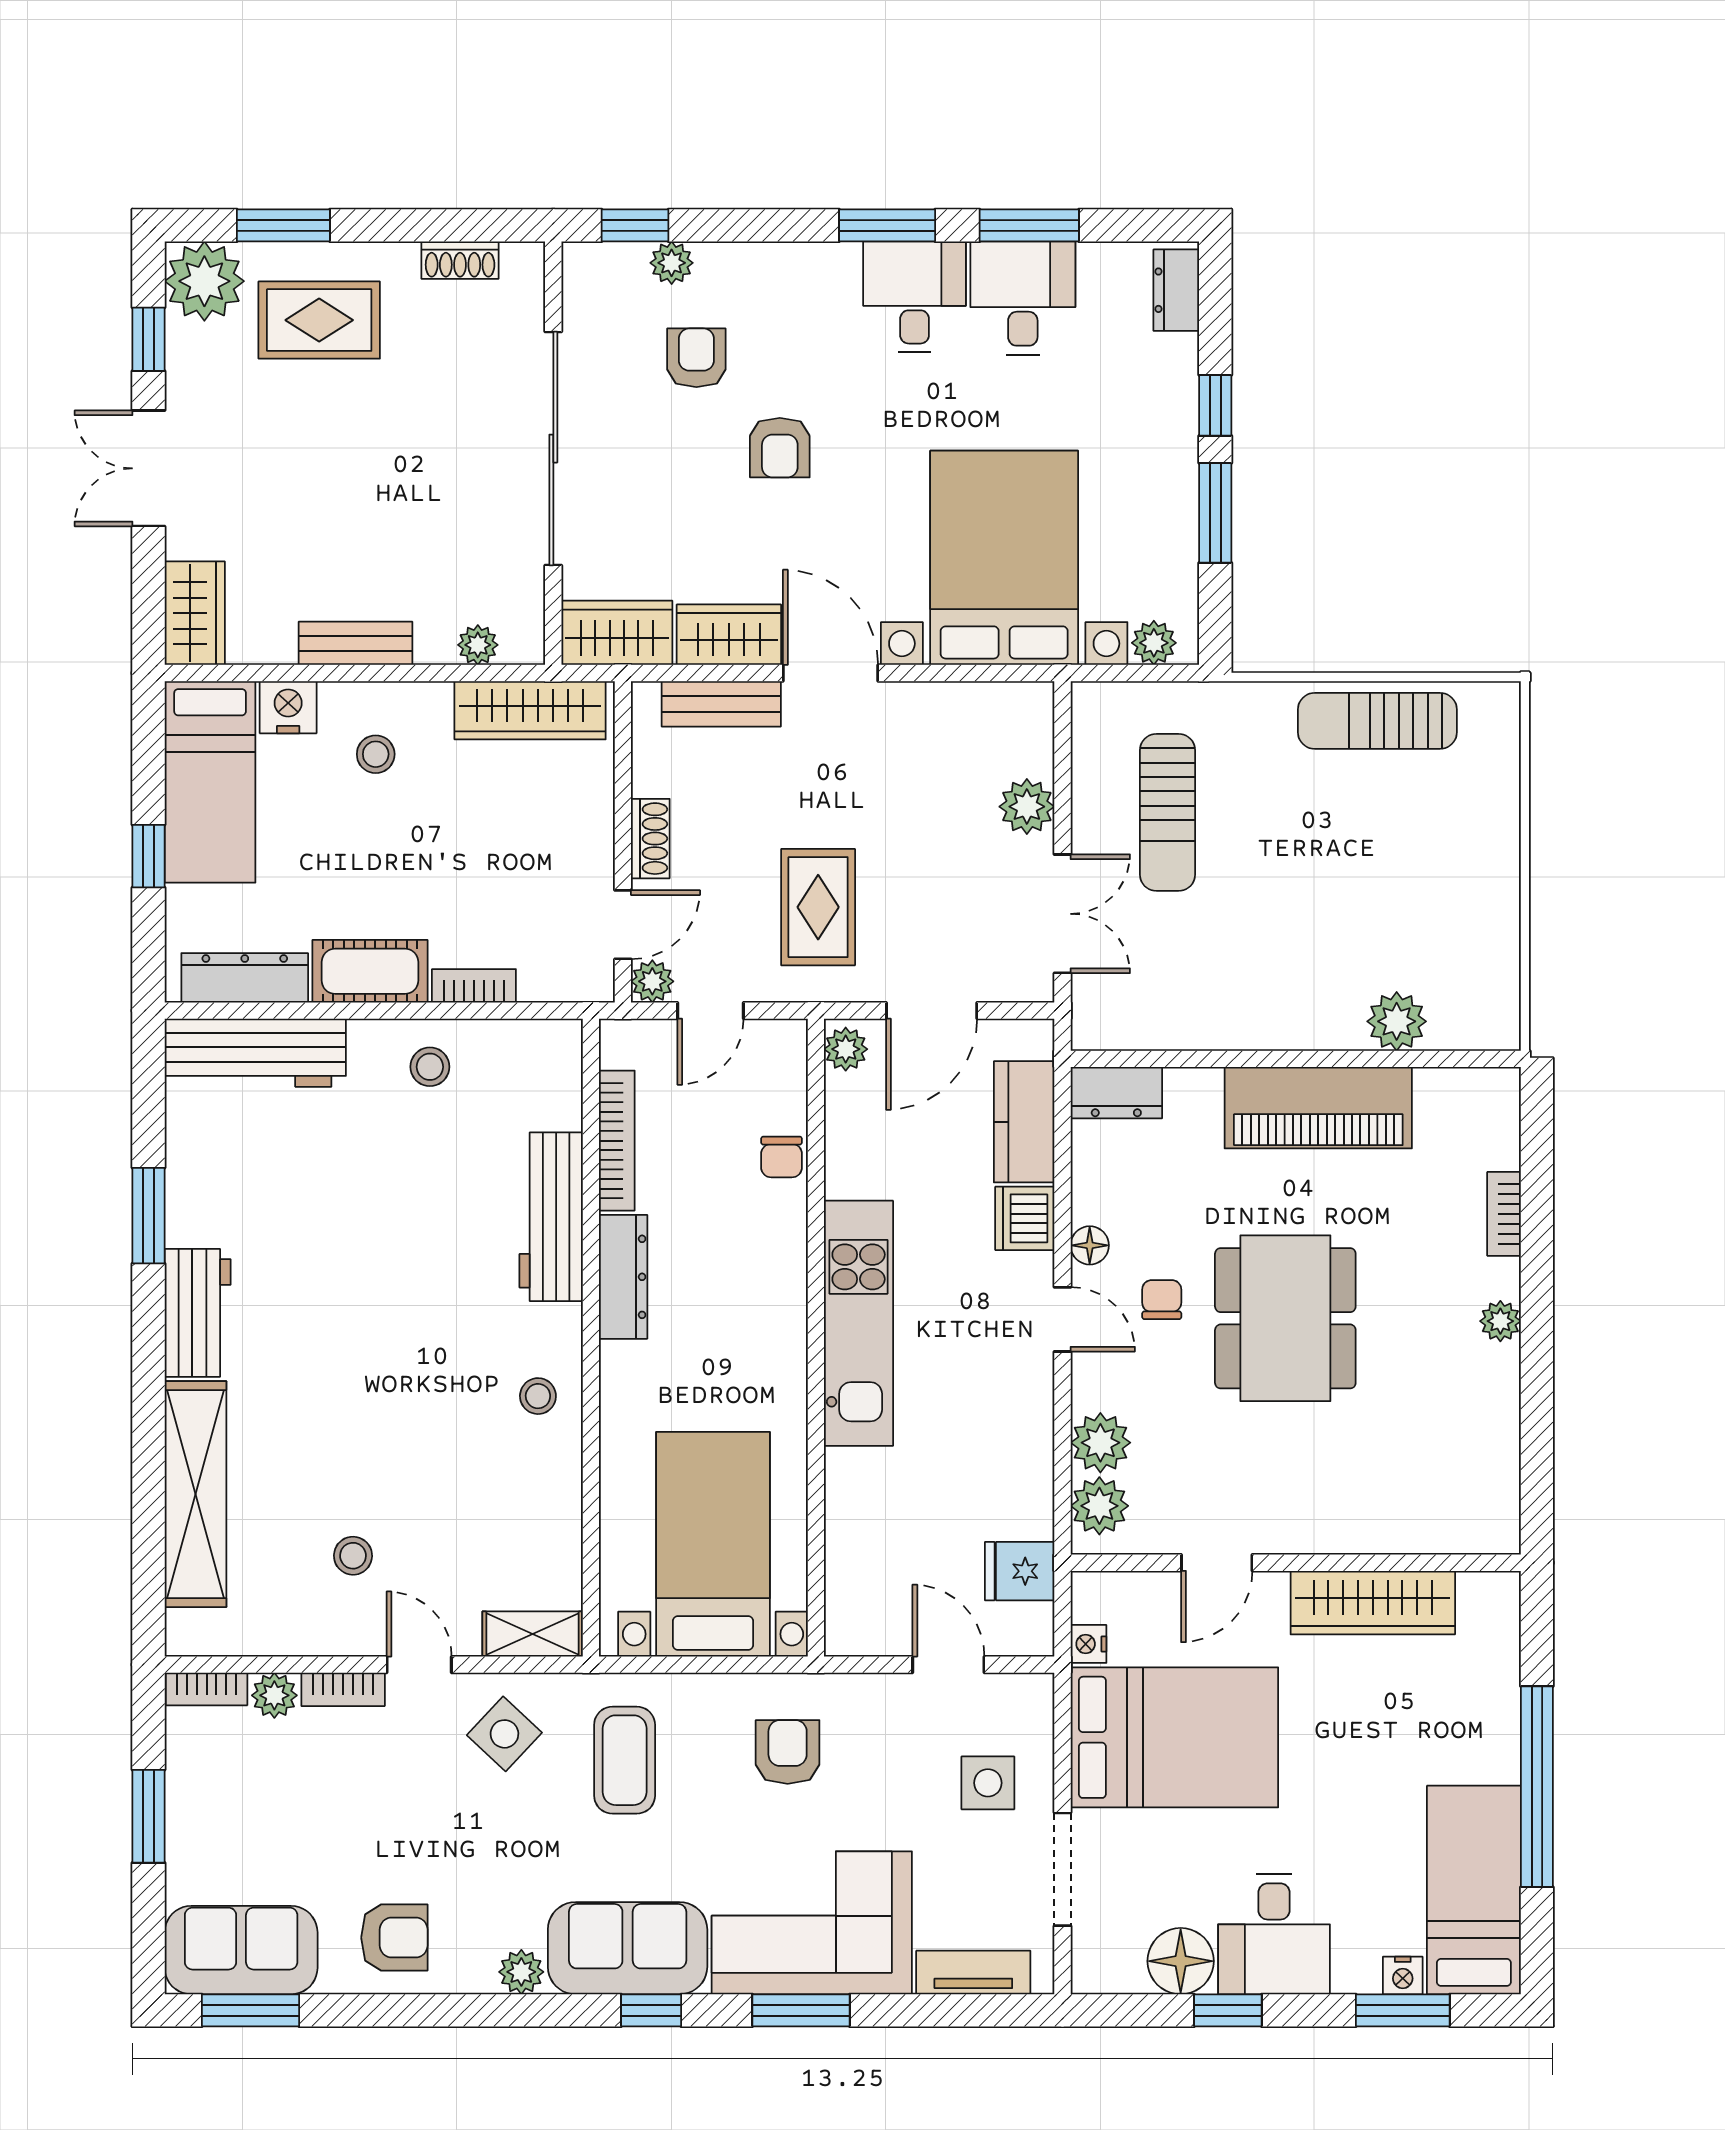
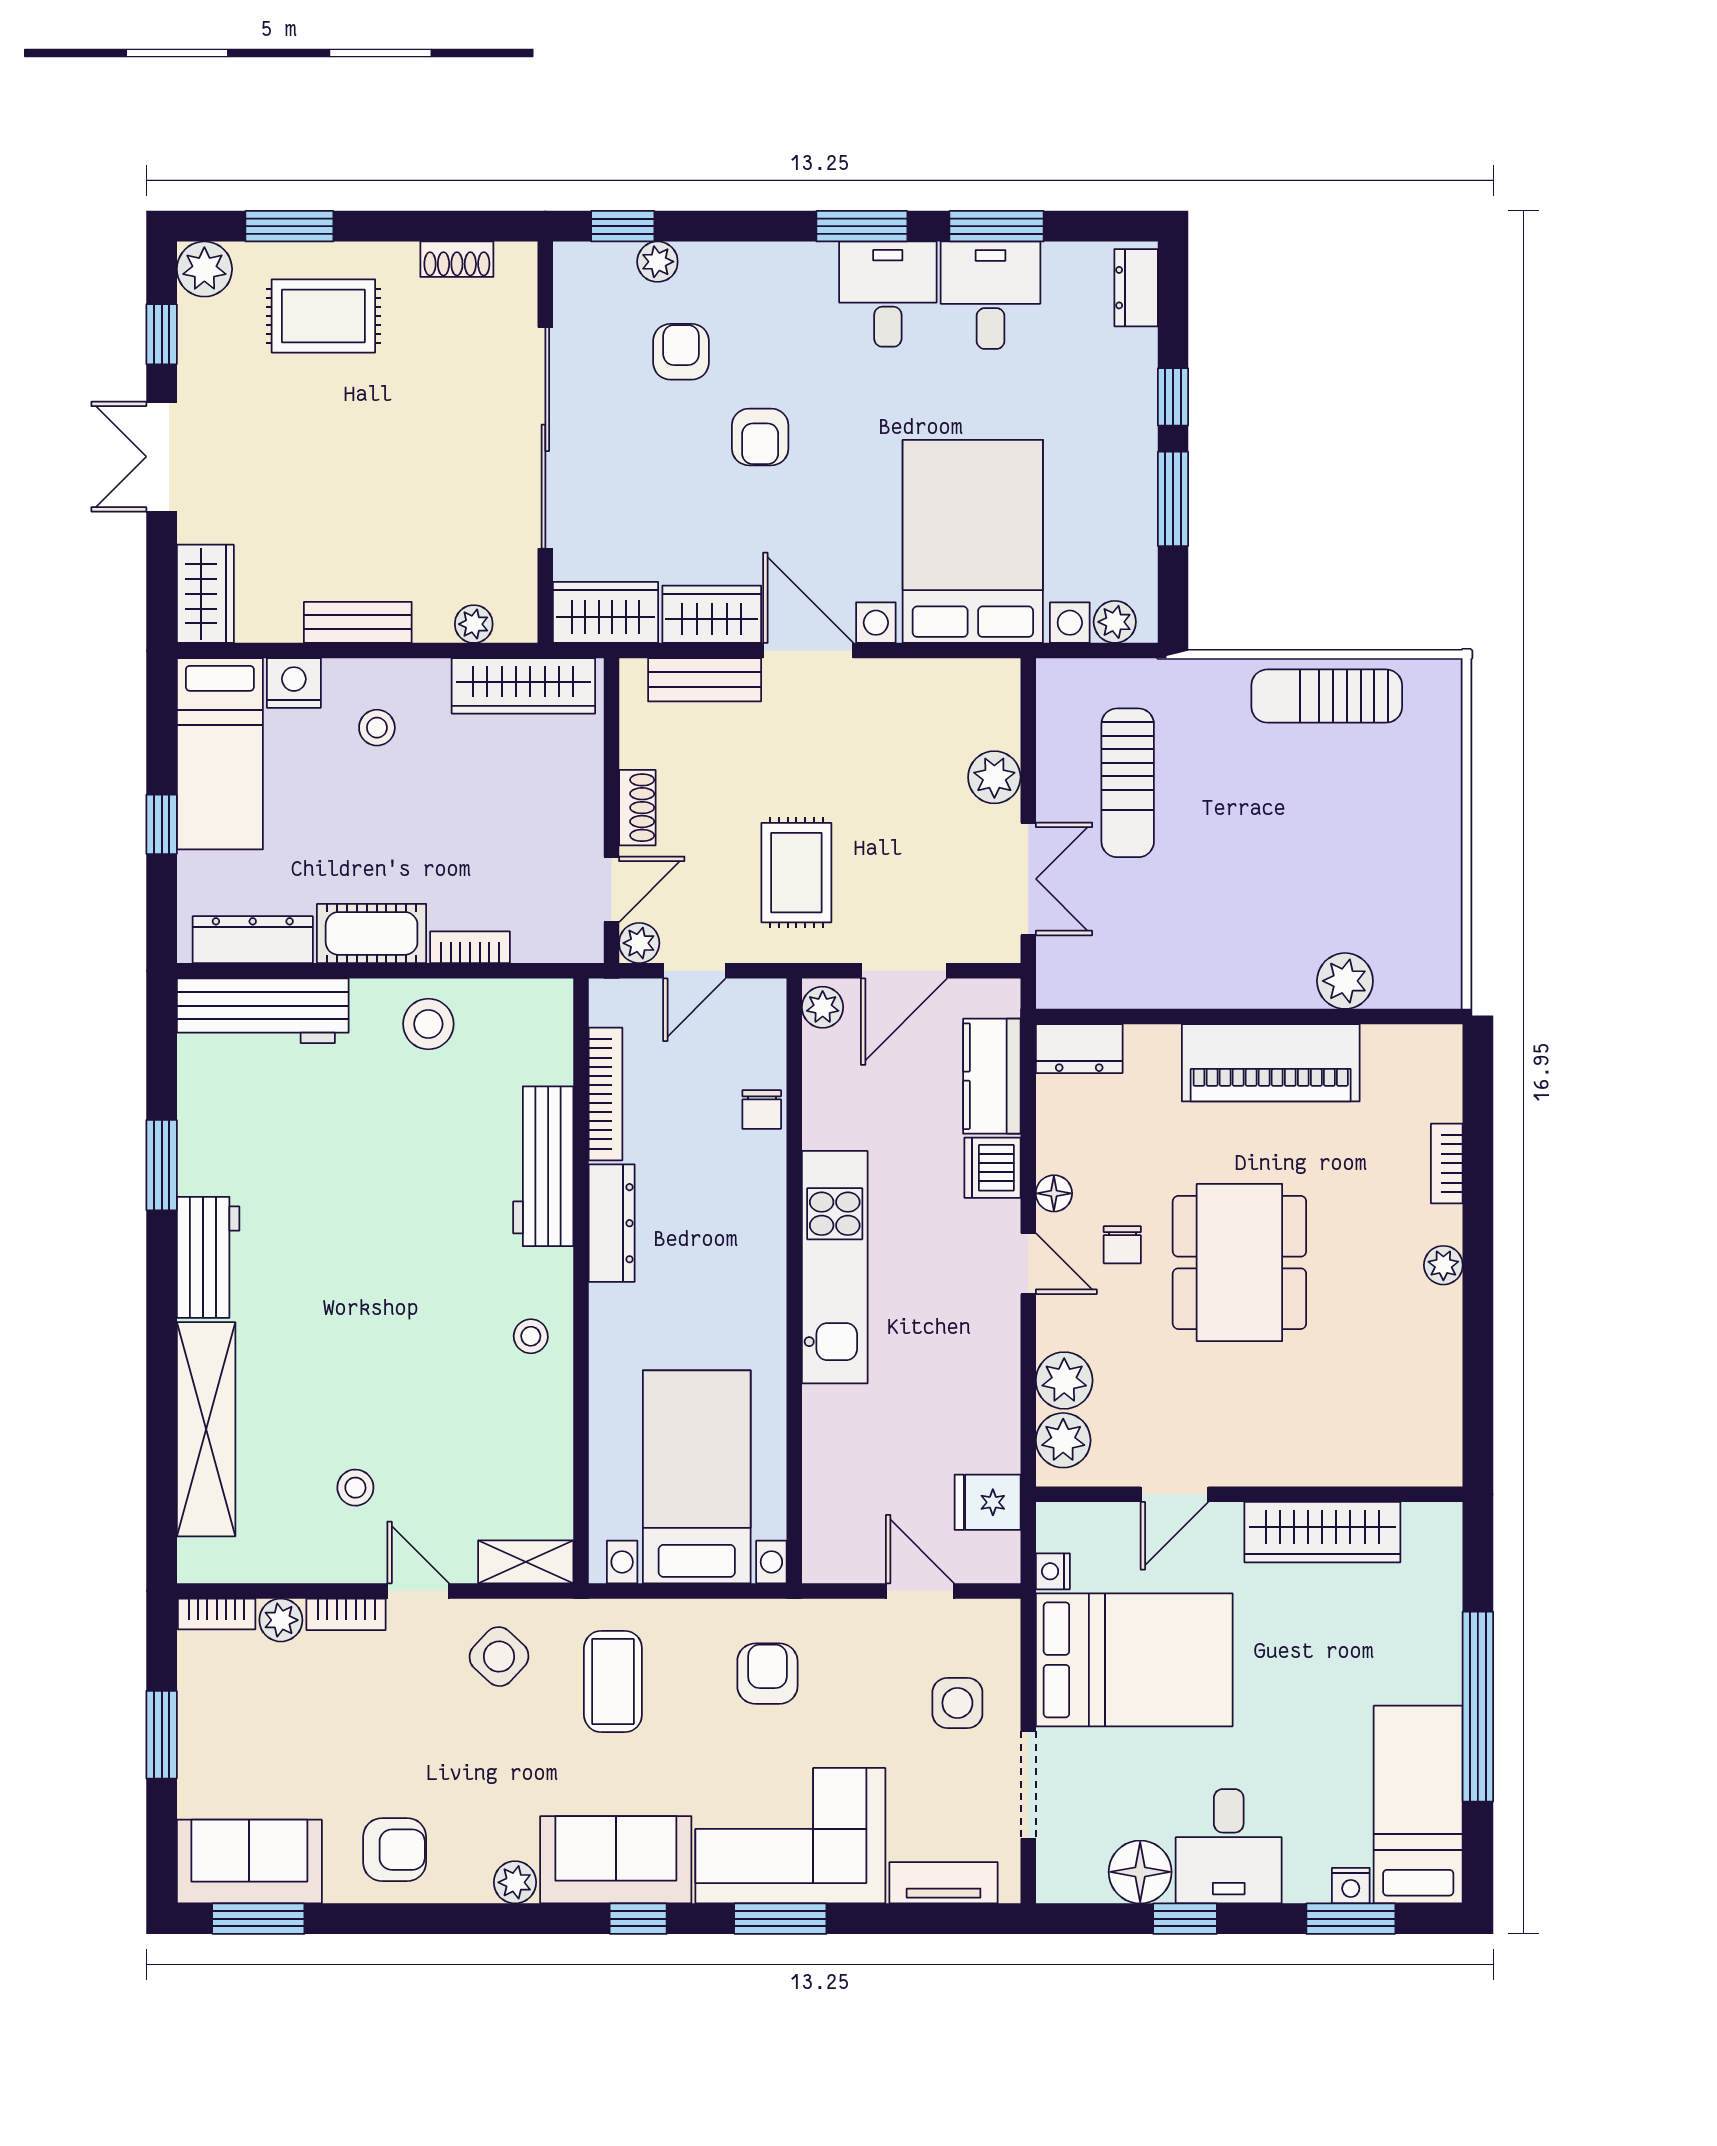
plant: (204, 281) -> (204, 269), width x0.73, depth x0.73
stool: (430, 1067) -> (428, 1024), width x1.37, depth x1.37
chair: (1162, 1300) -> (1122, 1245), turned 180

